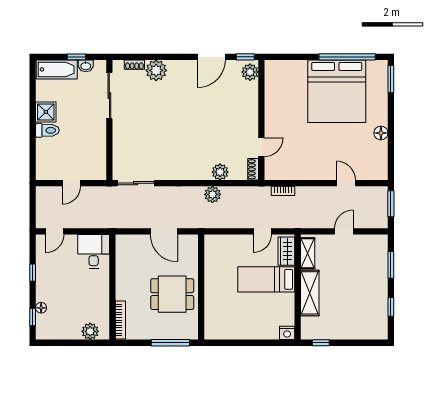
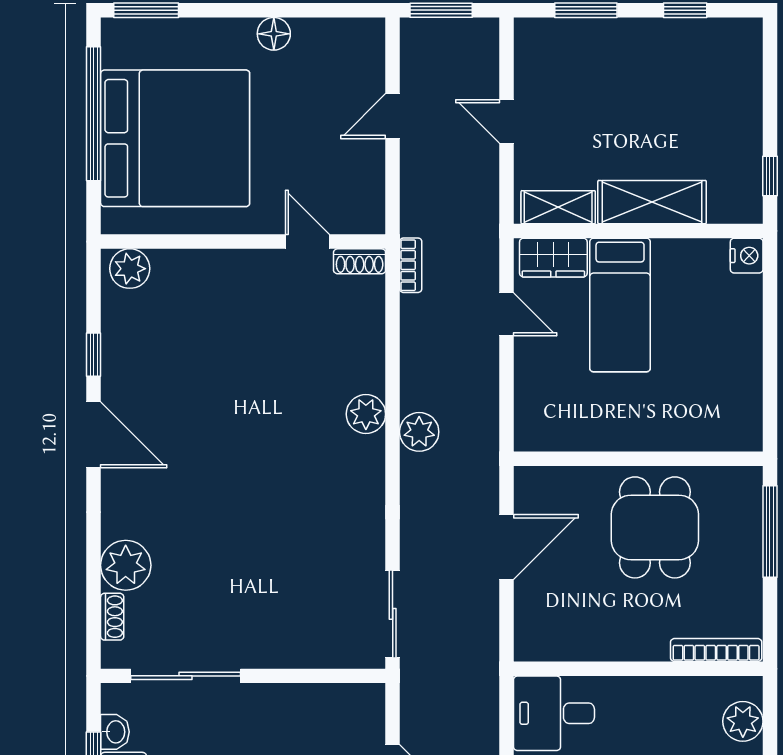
plant: (250, 72) -> (130, 269), moved
wall: (261, 120) -> (243, 242), moved
door: (261, 147) -> (307, 242), moved
shoe rack: (253, 169) -> (360, 261), moved

